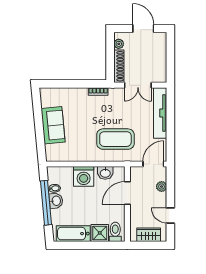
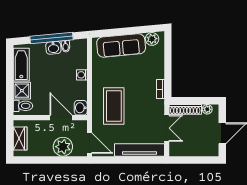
double door: (138, 85) -> (167, 128), swing flipped
plant: (47, 100) -> (152, 39), added
sofa: (53, 125) -> (121, 45), width x1.36
washbasin: (105, 173) -> (81, 108), moved
washing machine: (84, 176) -> (82, 75), width x0.53, depth x0.53
plant: (162, 187) -> (63, 147), width x1.87, depth x1.87
door: (170, 216) -> (39, 160), removed

